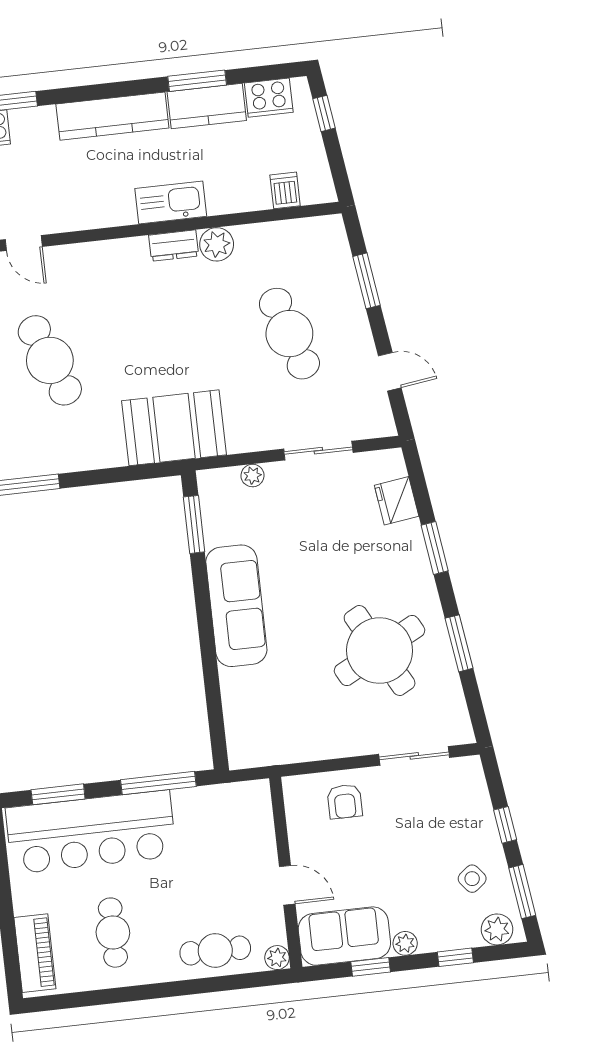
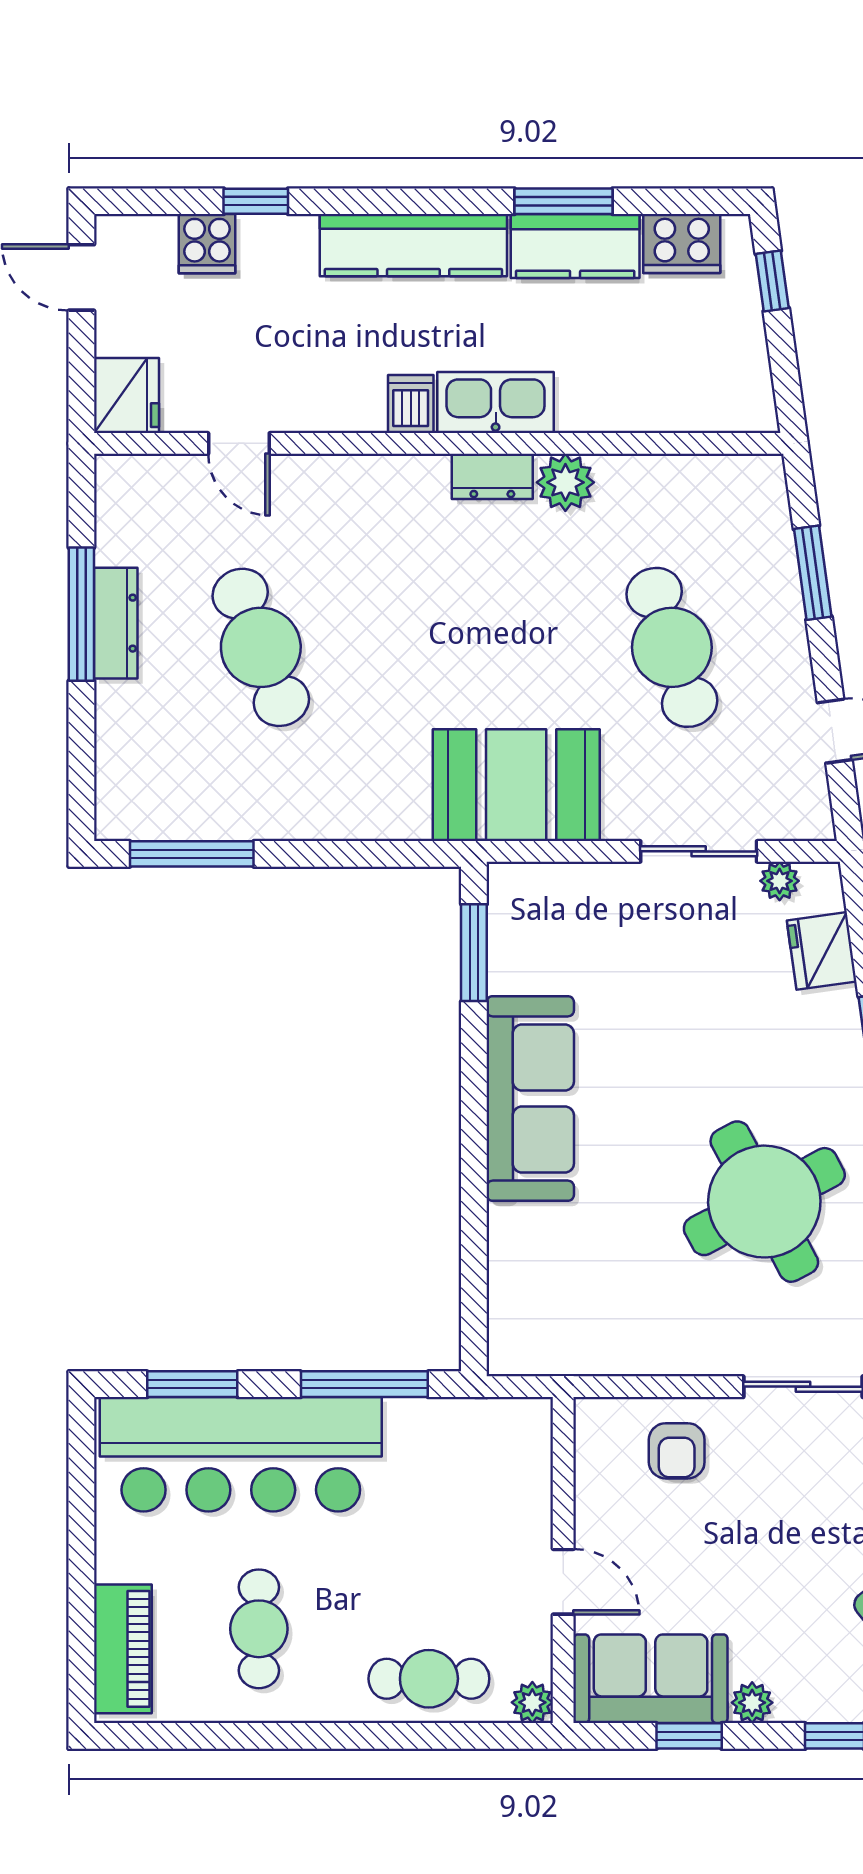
dishwasher: (285, 190) -> (411, 404), moved
booth: (174, 428) -> (516, 785), moved
plant: (252, 476) -> (780, 881), moved

